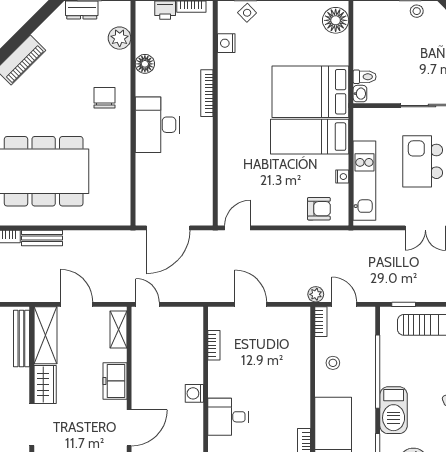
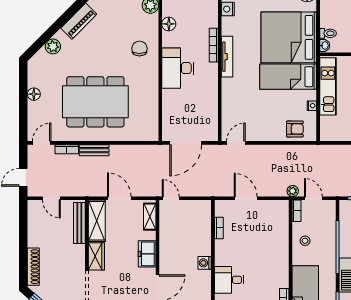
bed: (310, 92) -> (289, 37), width x1.36
tv unit: (225, 109) -> (227, 57), added
kitchen unit: (364, 181) -> (328, 86), moved

